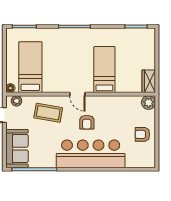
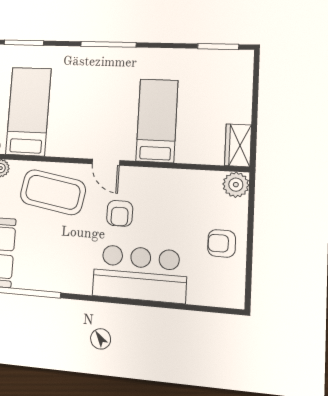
coffee table: (48, 113) -> (53, 192), width x1.36, depth x1.32
bar counter: (91, 154) -> (140, 274), width x0.73

